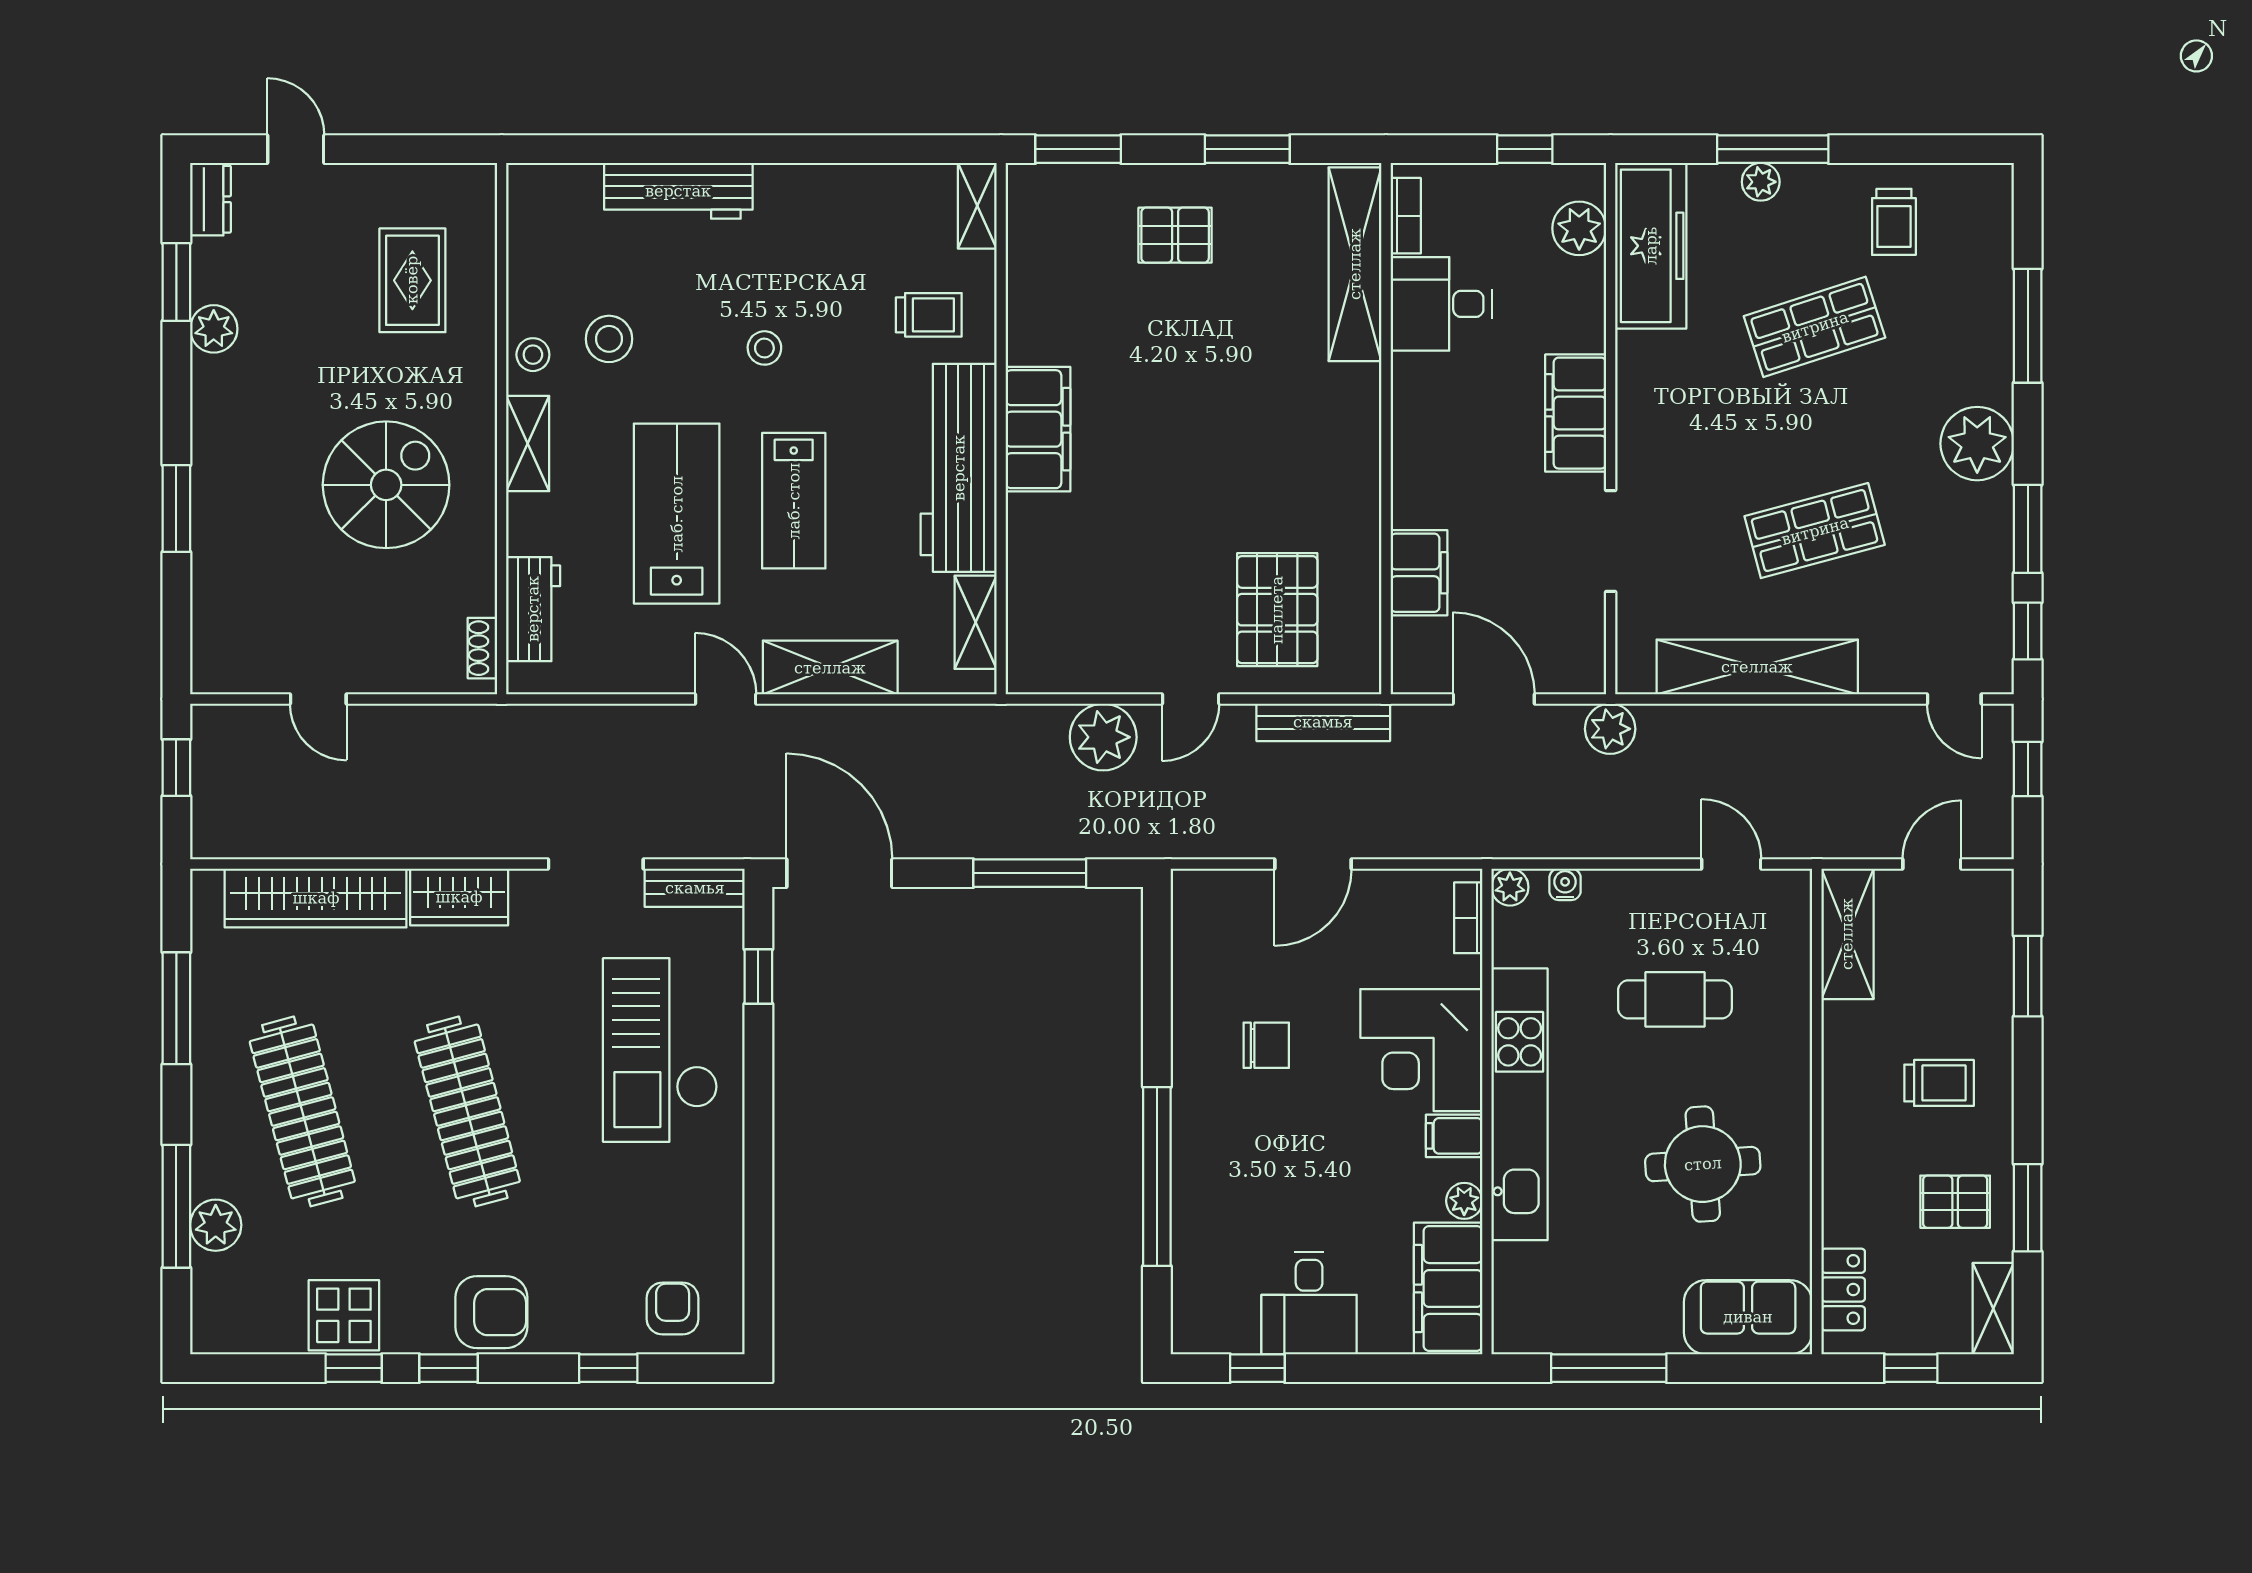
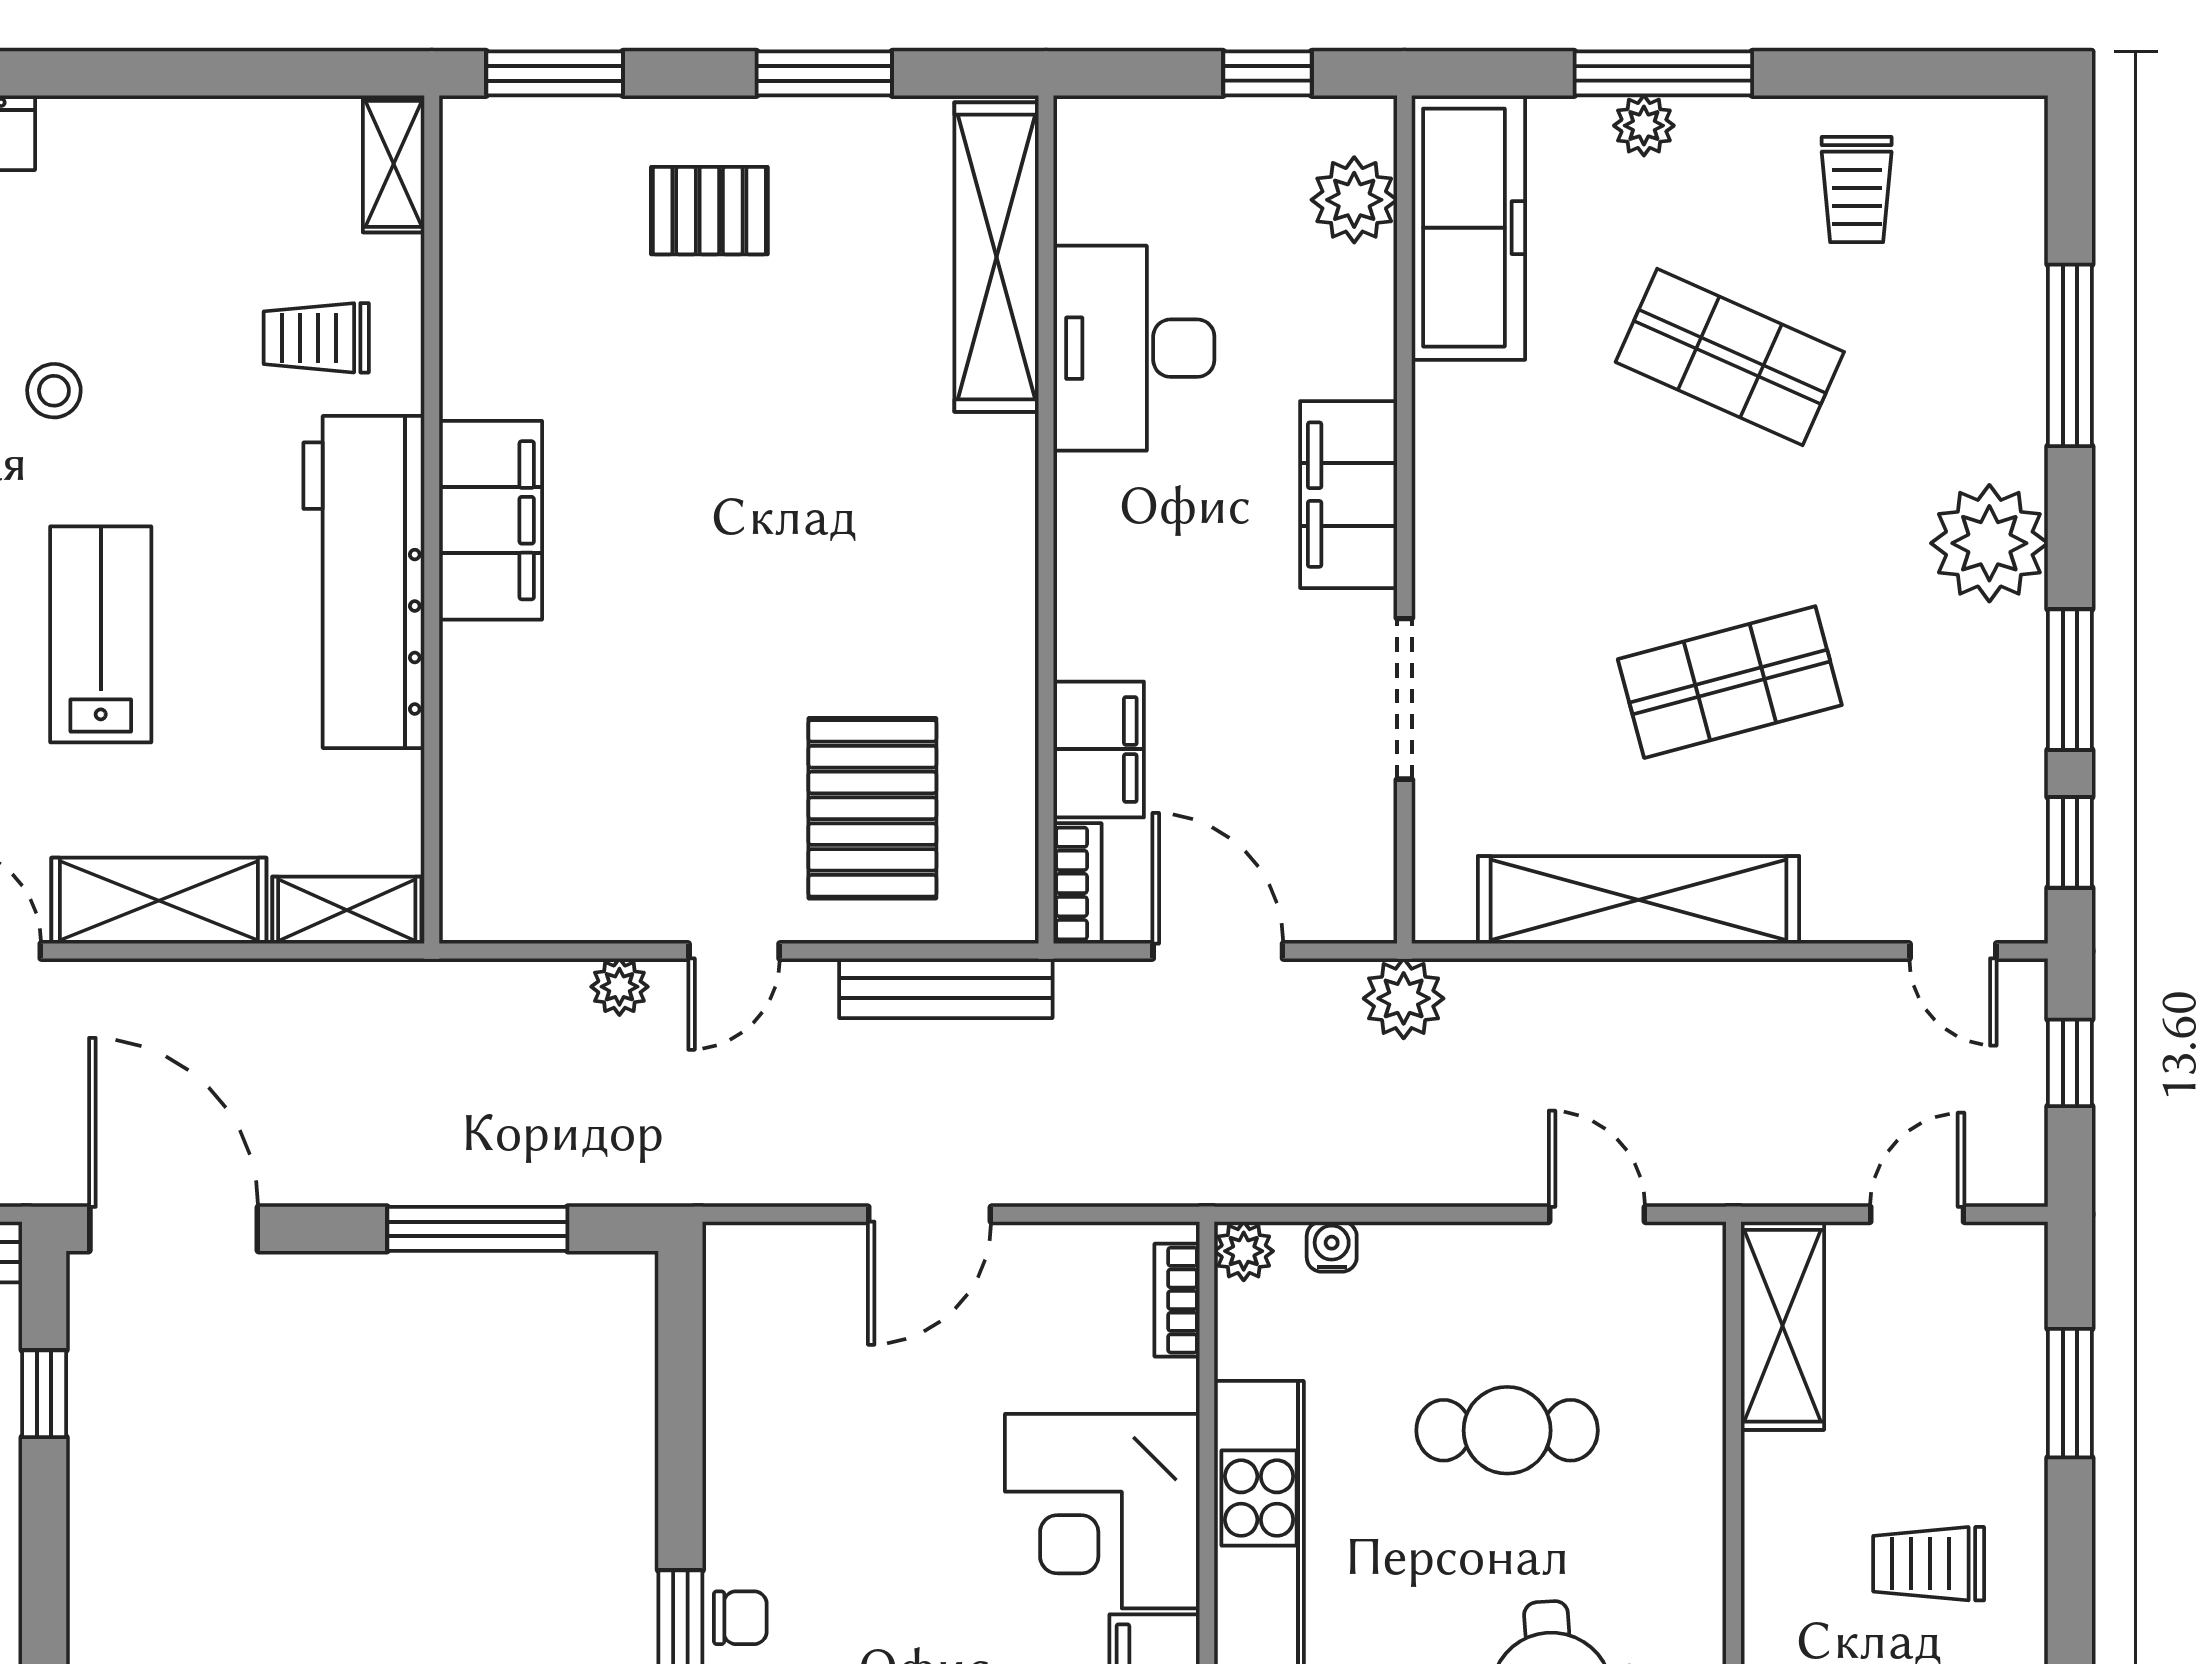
bookcase: (1406, 216) -> (1077, 883), moved
desk: (1441, 304) -> (1134, 348), width x1.37
trolley: (929, 315) -> (316, 338), turned 180
shop shelf: (1815, 327) -> (1730, 357), turned 42
lab bench: (794, 501) -> (101, 634), turned 180
shelving: (976, 622) -> (347, 910), moved, turned 90
plant: (1103, 737) -> (619, 987), width x0.53, depth x0.53
chair: (1266, 1045) -> (740, 1618), moved, width x0.73, depth x0.73
trolley: (1939, 1083) -> (1929, 1564), turned 180

